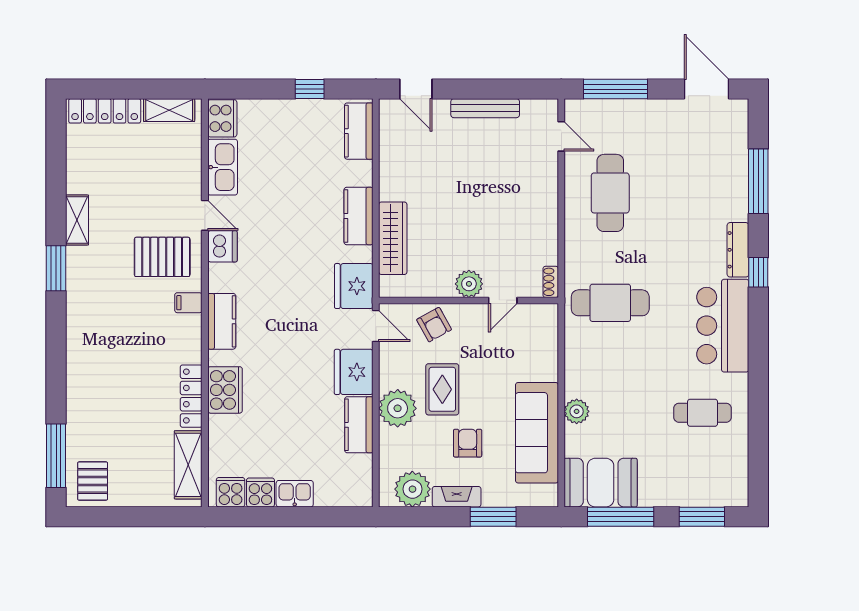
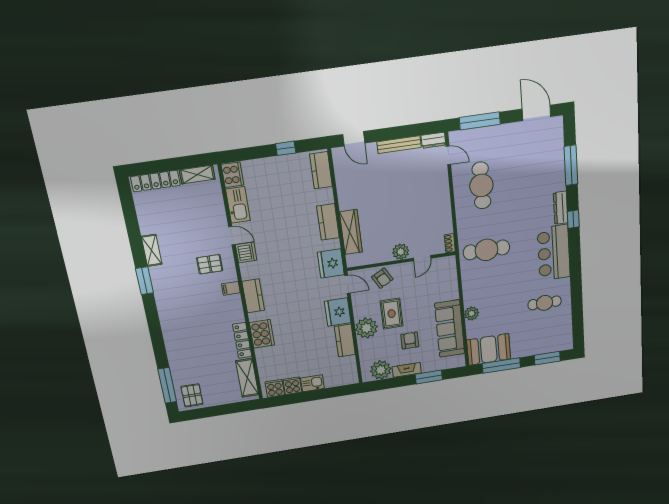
dresser: (540, 109) -> (433, 140), added
pallet: (162, 257) -> (210, 264), width x0.67, depth x0.71

